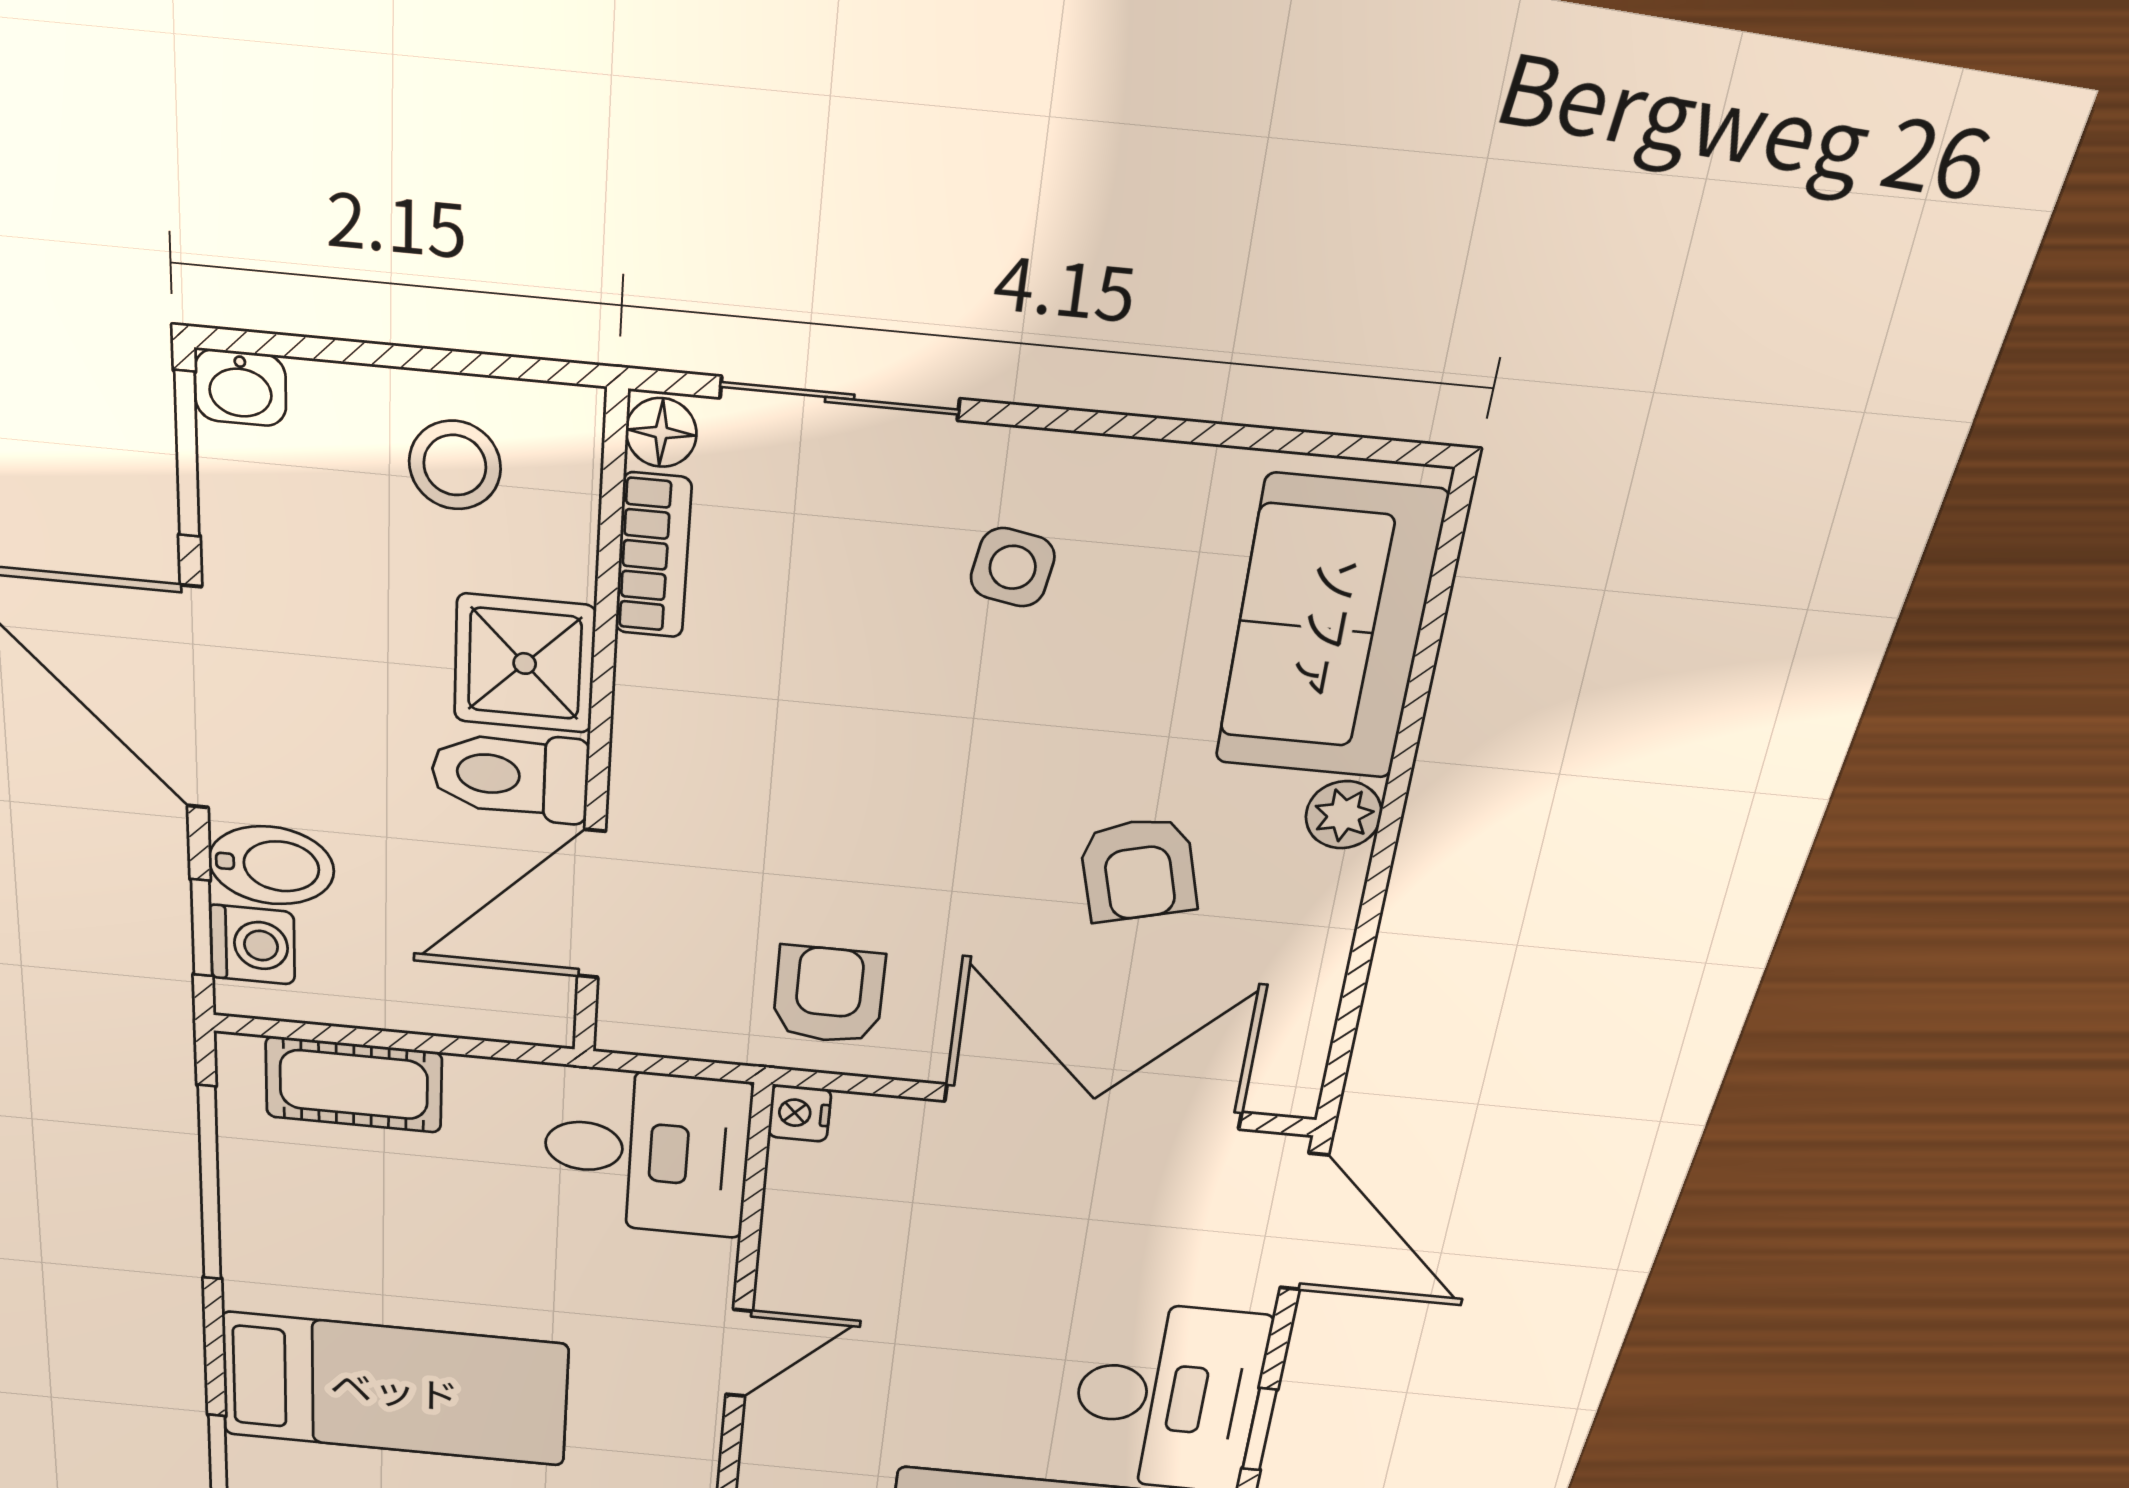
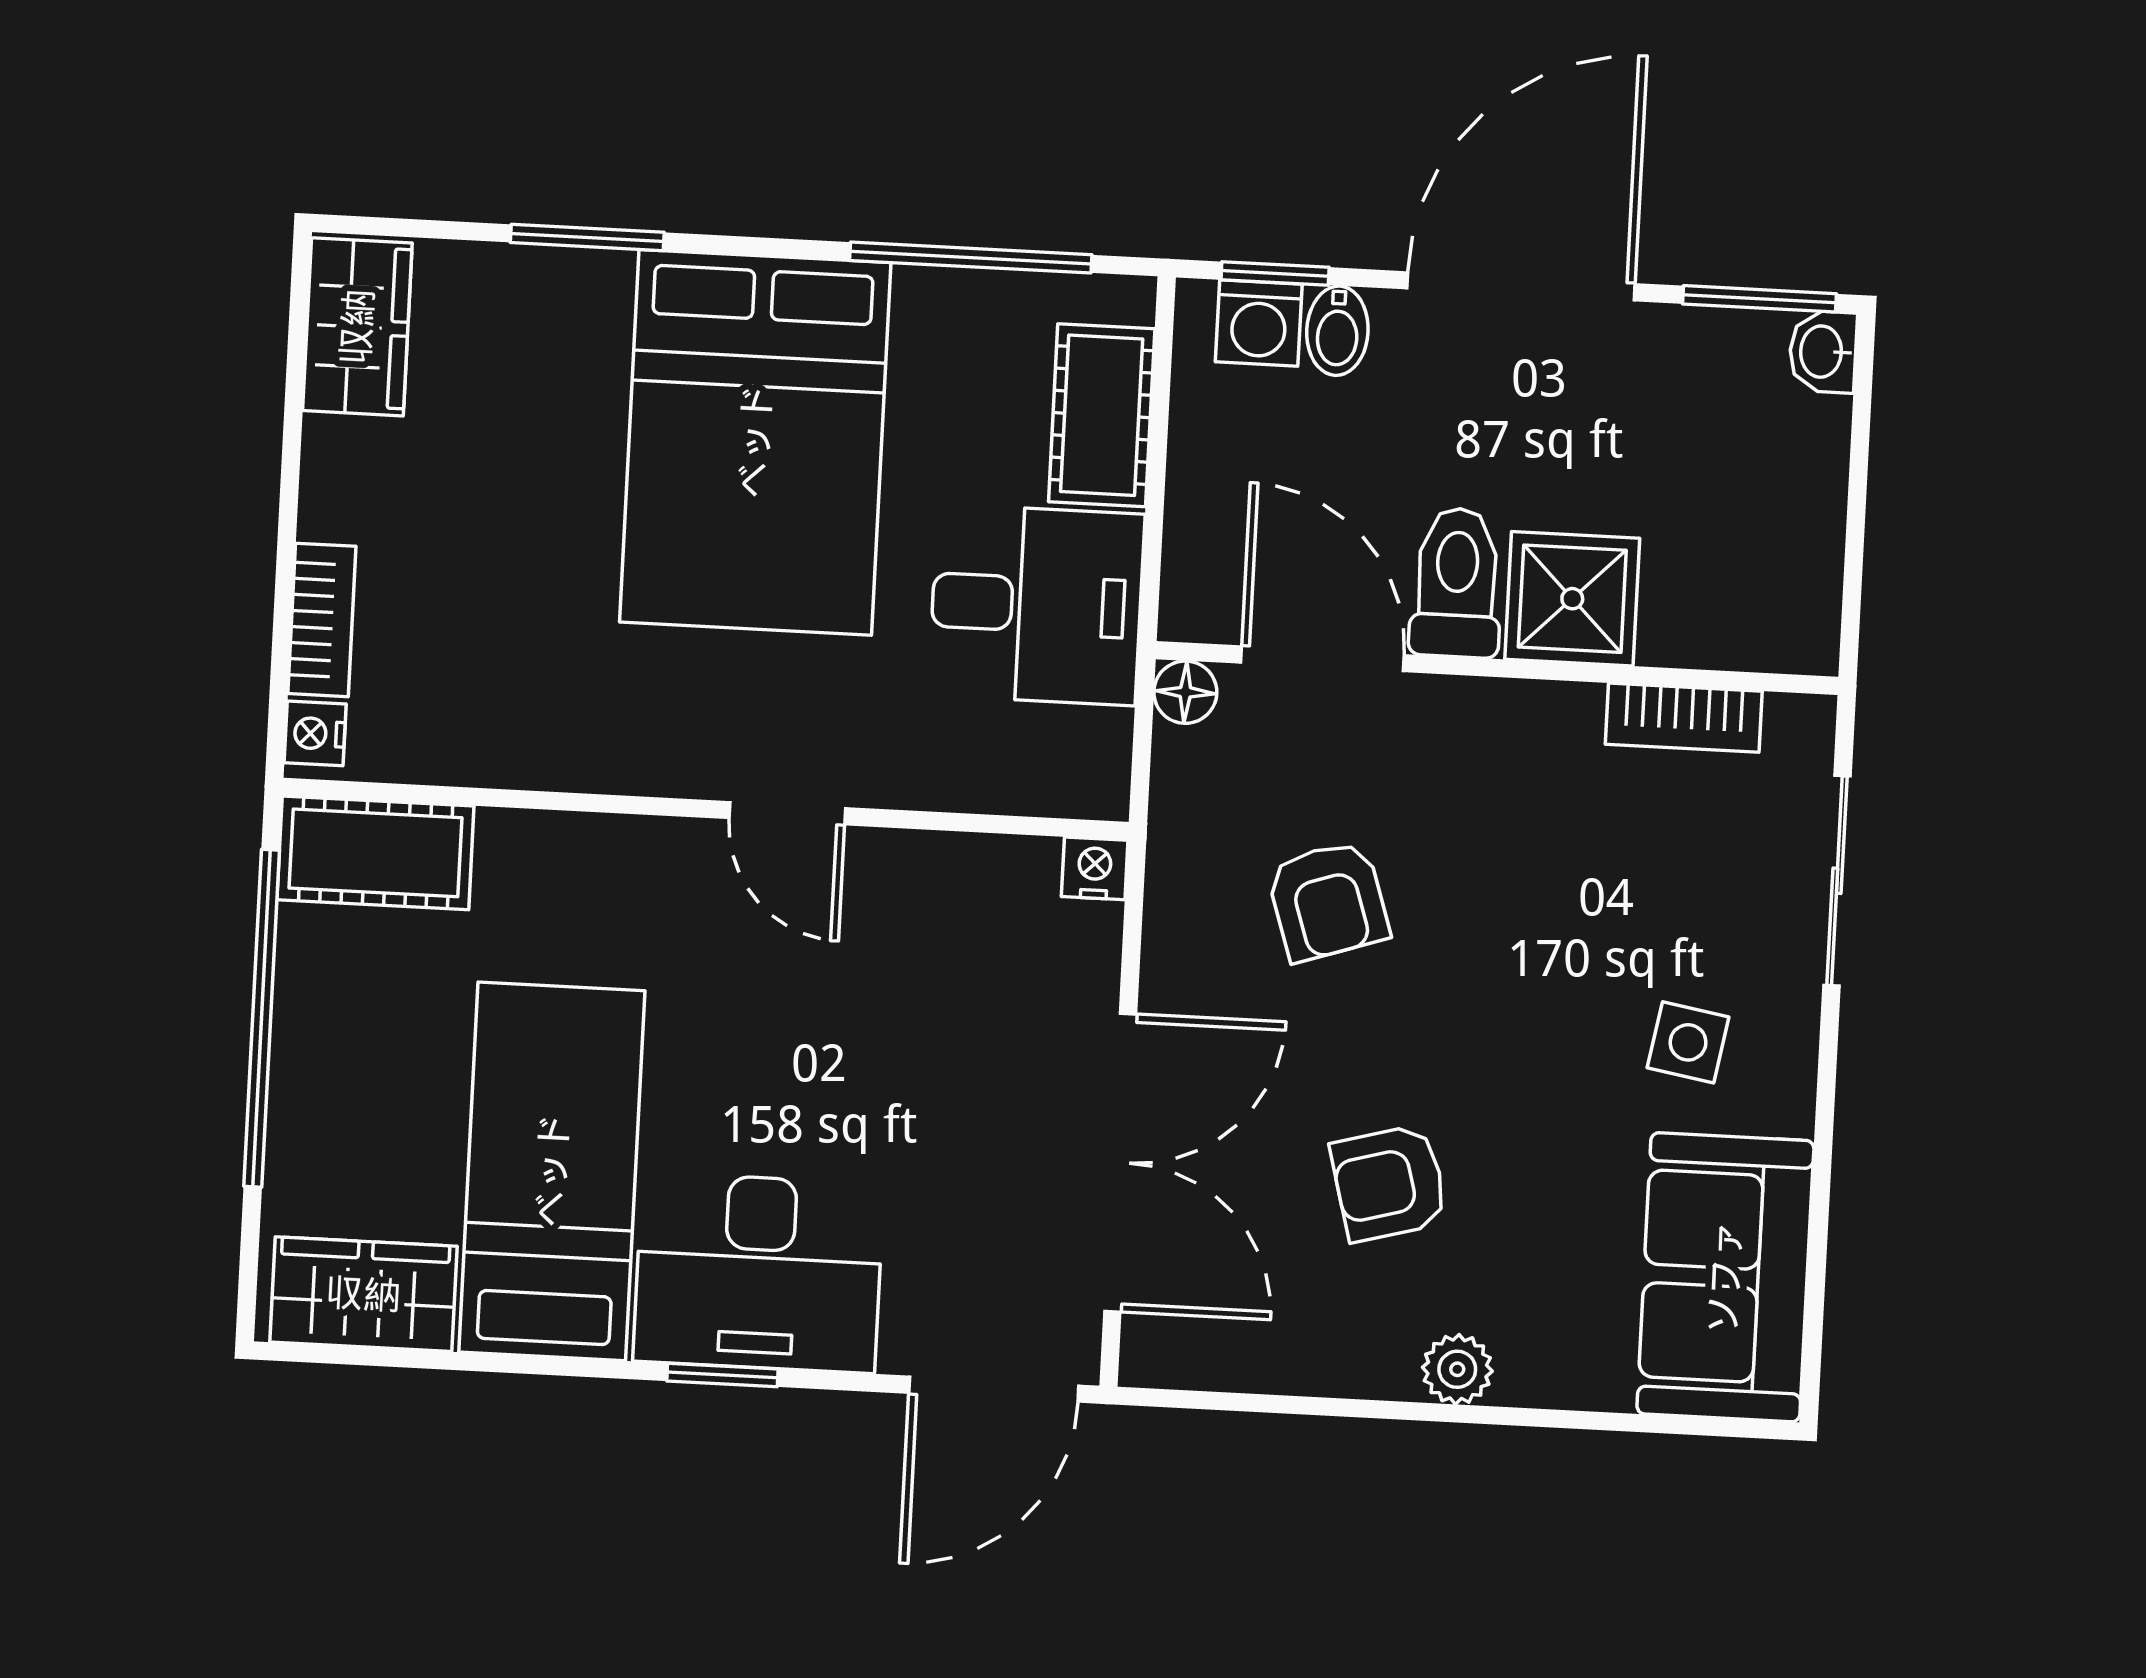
floor lamp: (661, 432) -> (1185, 692), moved
stool: (455, 465) -> (1761, 540), removed
sofa: (1330, 629) -> (1725, 1277), moved, turned -90
bidet: (271, 865) -> (1337, 331), width x0.72, depth x0.74
armchair: (829, 995) -> (1328, 901), moved, turned 72
desk: (646, 1152) -> (1036, 605), moved, turned -90
bed: (395, 1389) -> (755, 442), width x1.50

